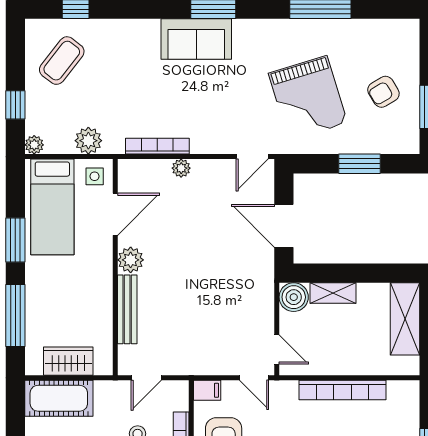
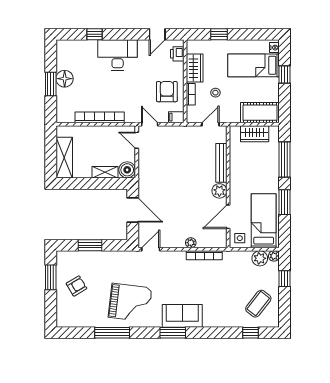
grand piano: (308, 98) -> (130, 303), moved, turned 114
plant: (88, 141) -> (260, 258), moved

